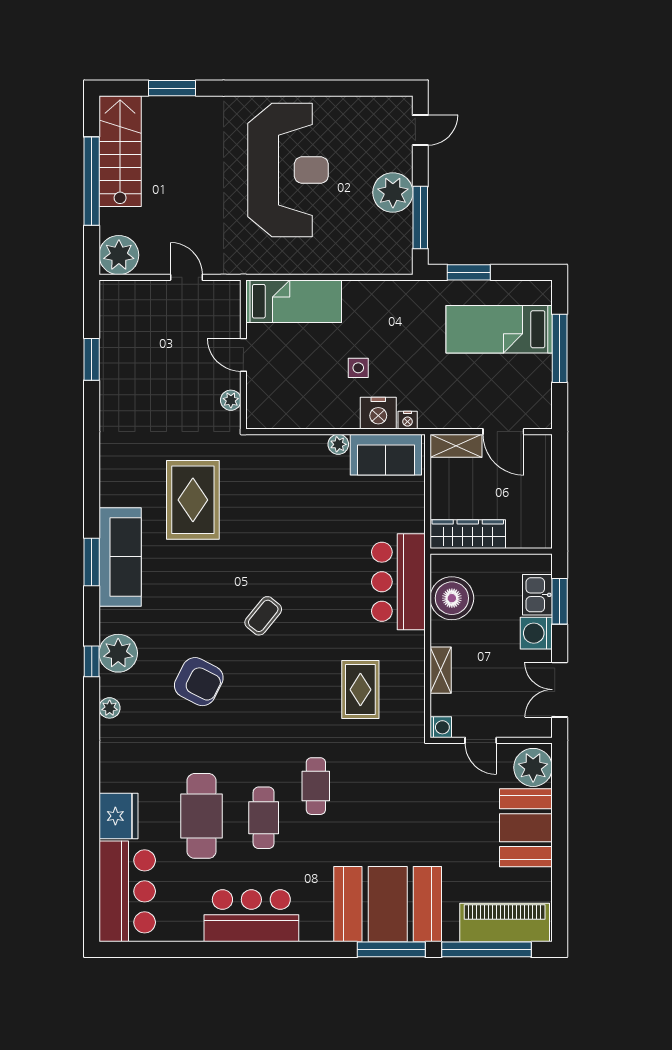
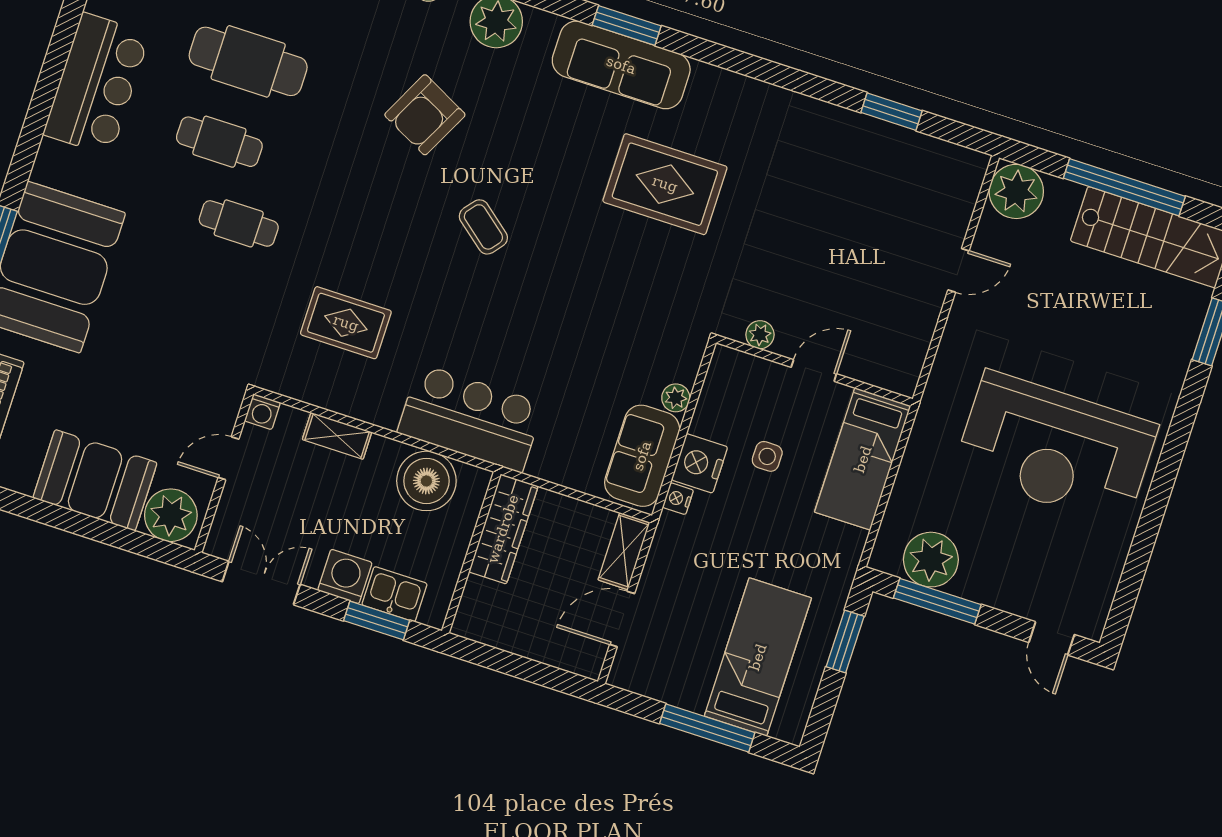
plant: (393, 193) -> (931, 560), moved
bed: (294, 301) -> (863, 459), moved
wall: (243, 354) -> (814, 371), moved
door: (243, 355) -> (814, 371), moved
plant: (231, 400) -> (760, 335), moved

